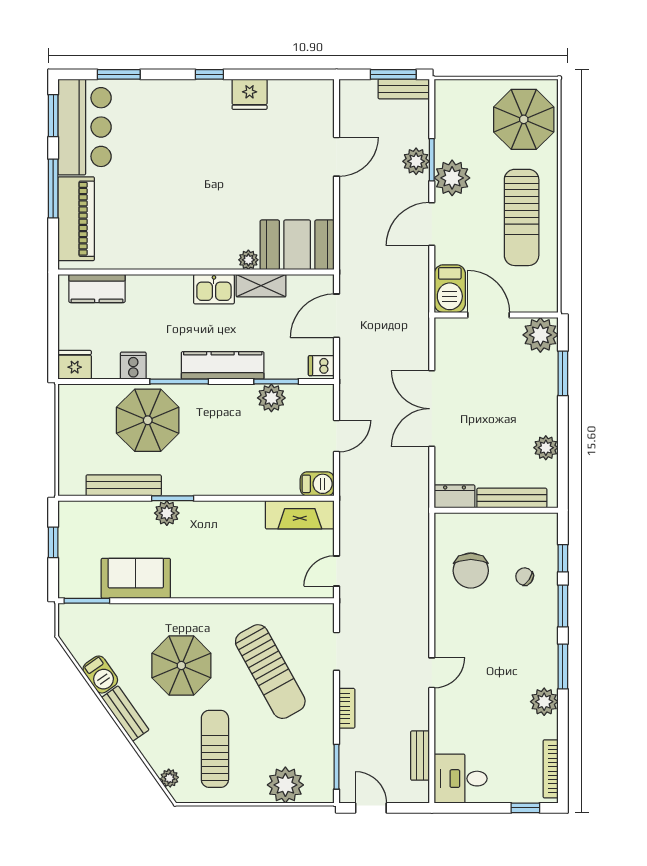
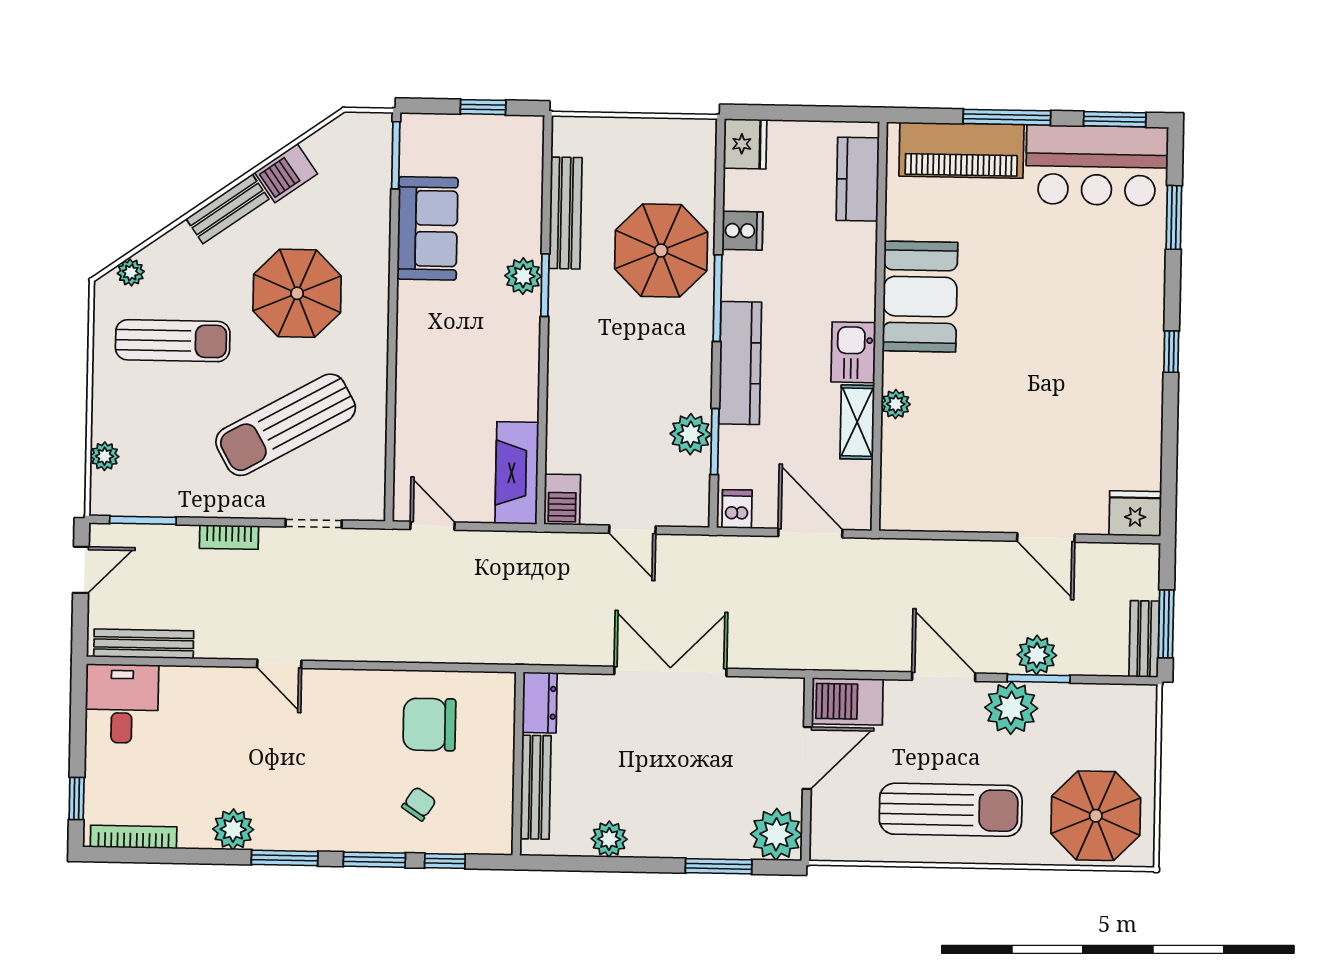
fridge: (250, 94) -> (1135, 513), moved, turned 90
sun lounger: (522, 217) -> (951, 810), turned 180
booth: (297, 245) -> (920, 297), moved
bench: (420, 756) -> (144, 644), width x1.36
plant: (285, 785) -> (105, 456), width x0.53, depth x0.53

